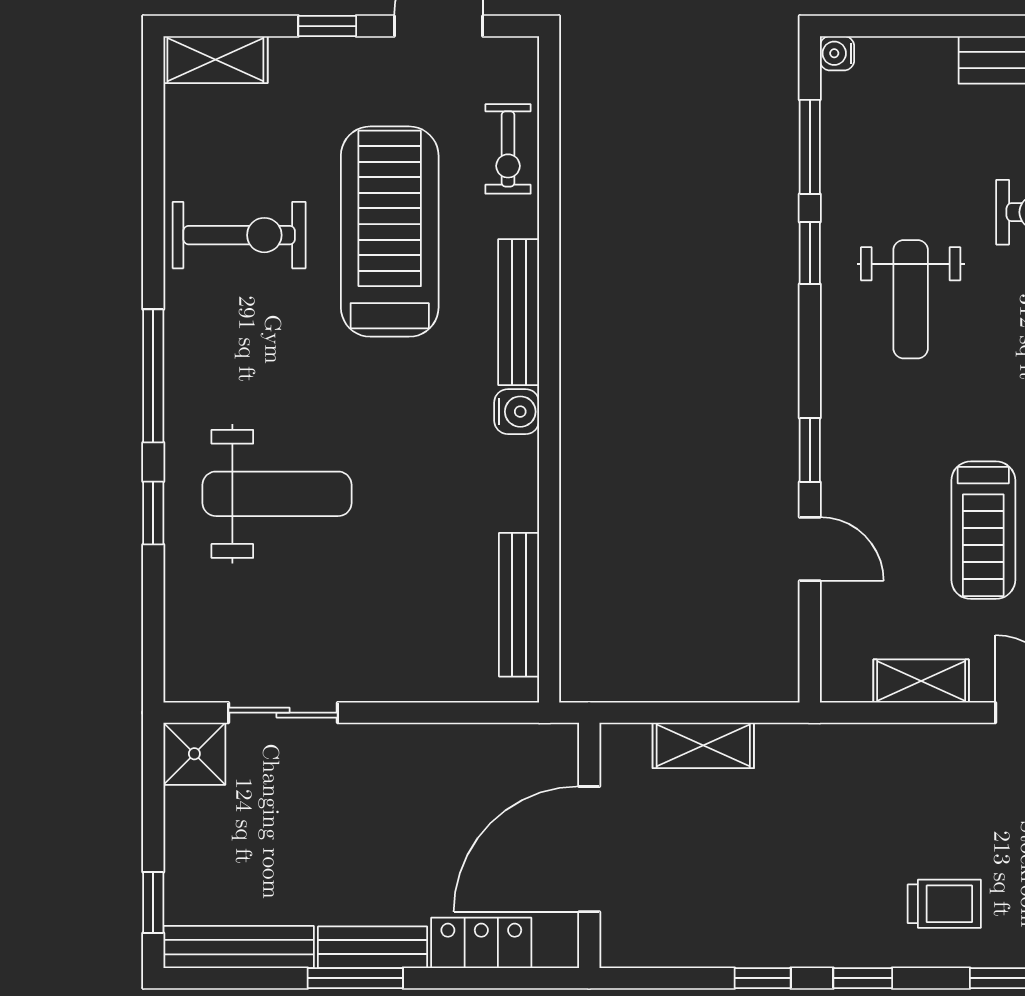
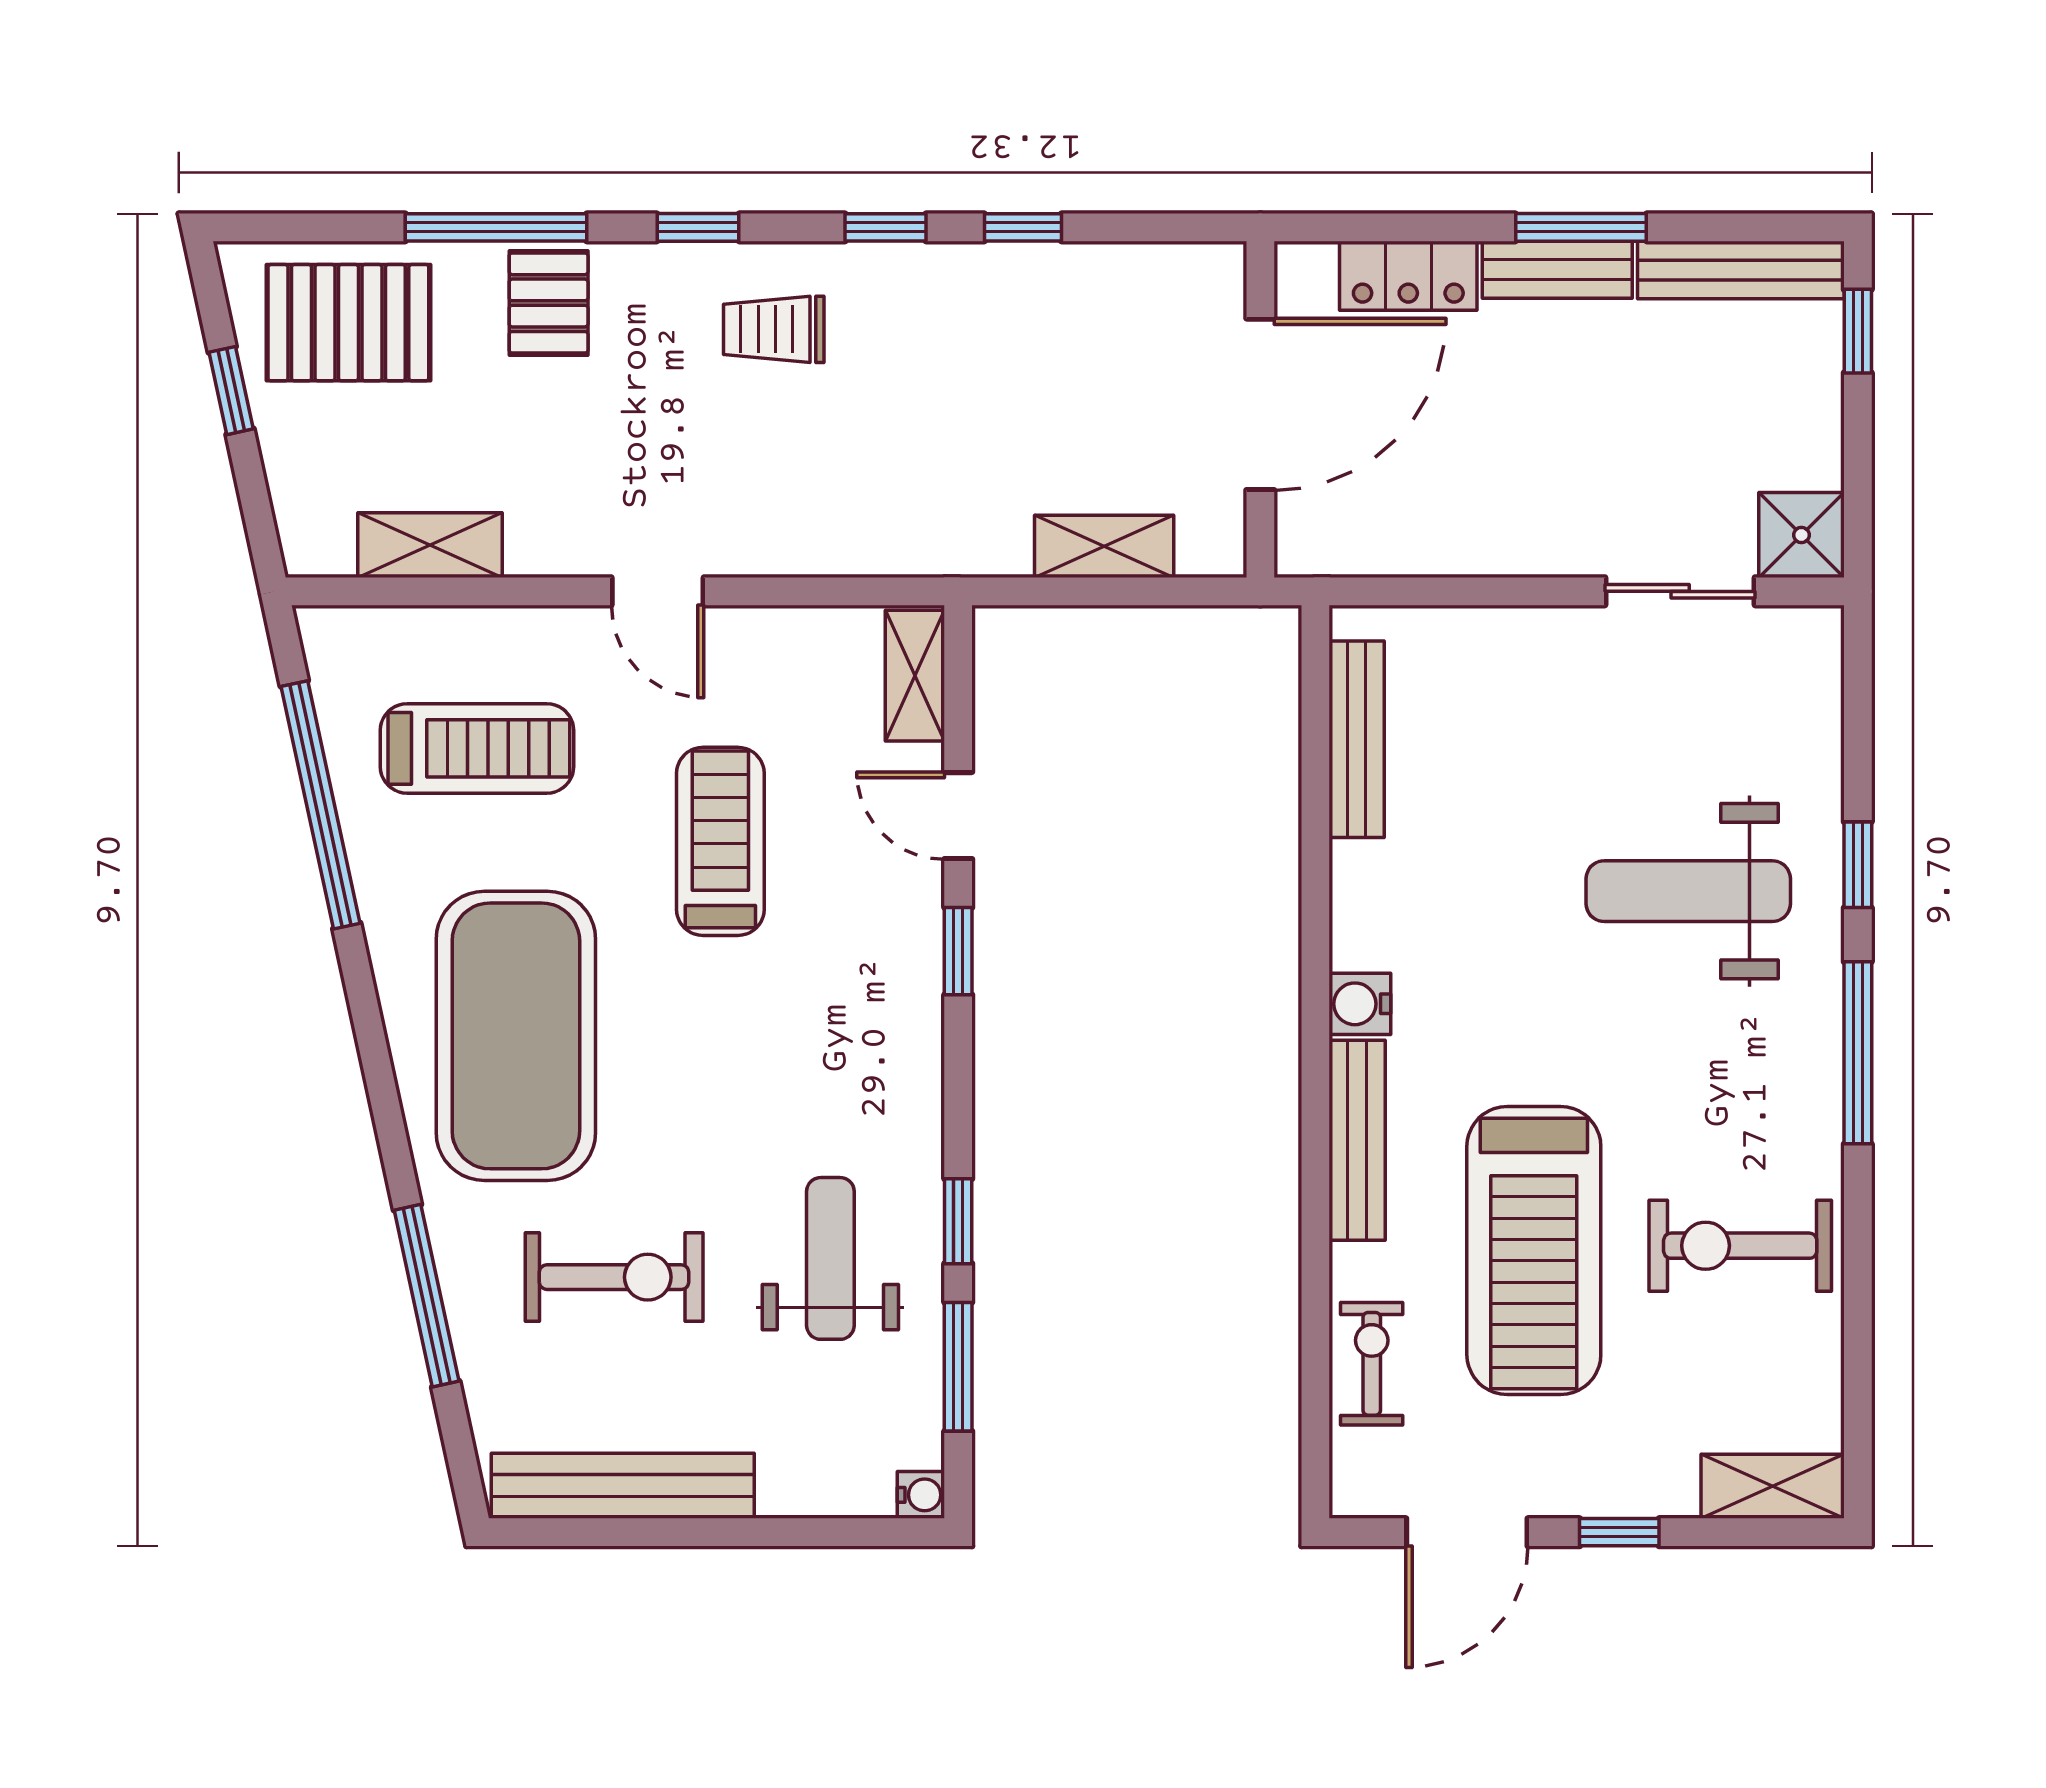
weight bench: (911, 299) -> (830, 1258), moved
shelving: (921, 681) -> (915, 676), moved, turned 90

